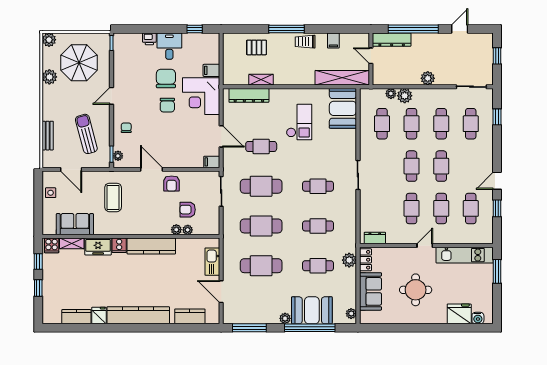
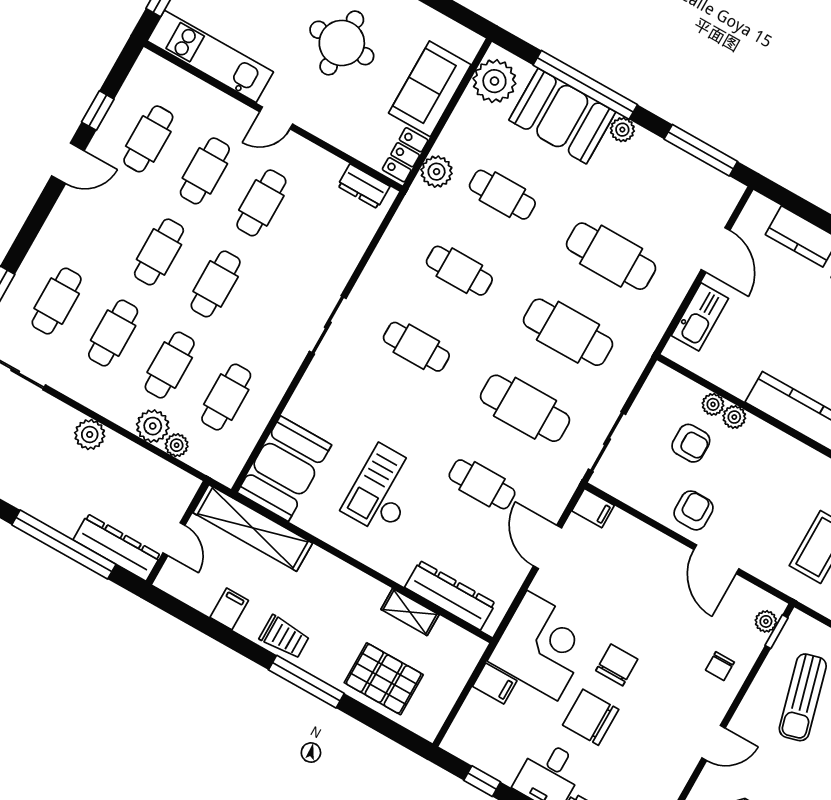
pallet: (257, 47) -> (384, 679), width x1.50, depth x1.42
chair: (166, 79) -> (591, 717), turned 90
plant: (351, 314) -> (494, 81), width x1.88, depth x1.88

